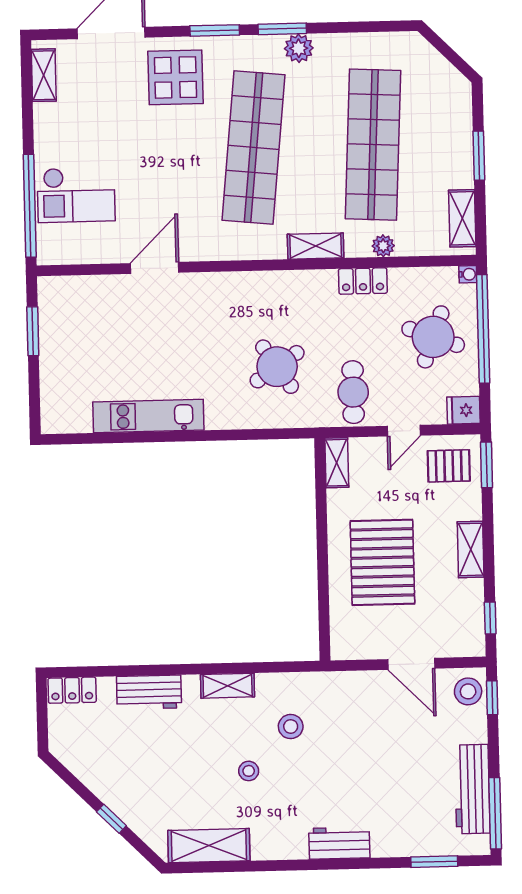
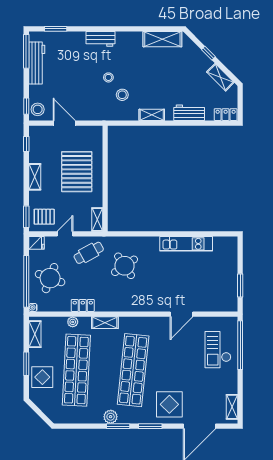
display table: (444, 128) -> (42, 377), added
checkout: (76, 195) -> (218, 350), turned -90
cafe table: (353, 392) -> (89, 253), turned 61
shelving: (85, 769) -> (220, 77), added
stool: (249, 771) -> (108, 77), moved

